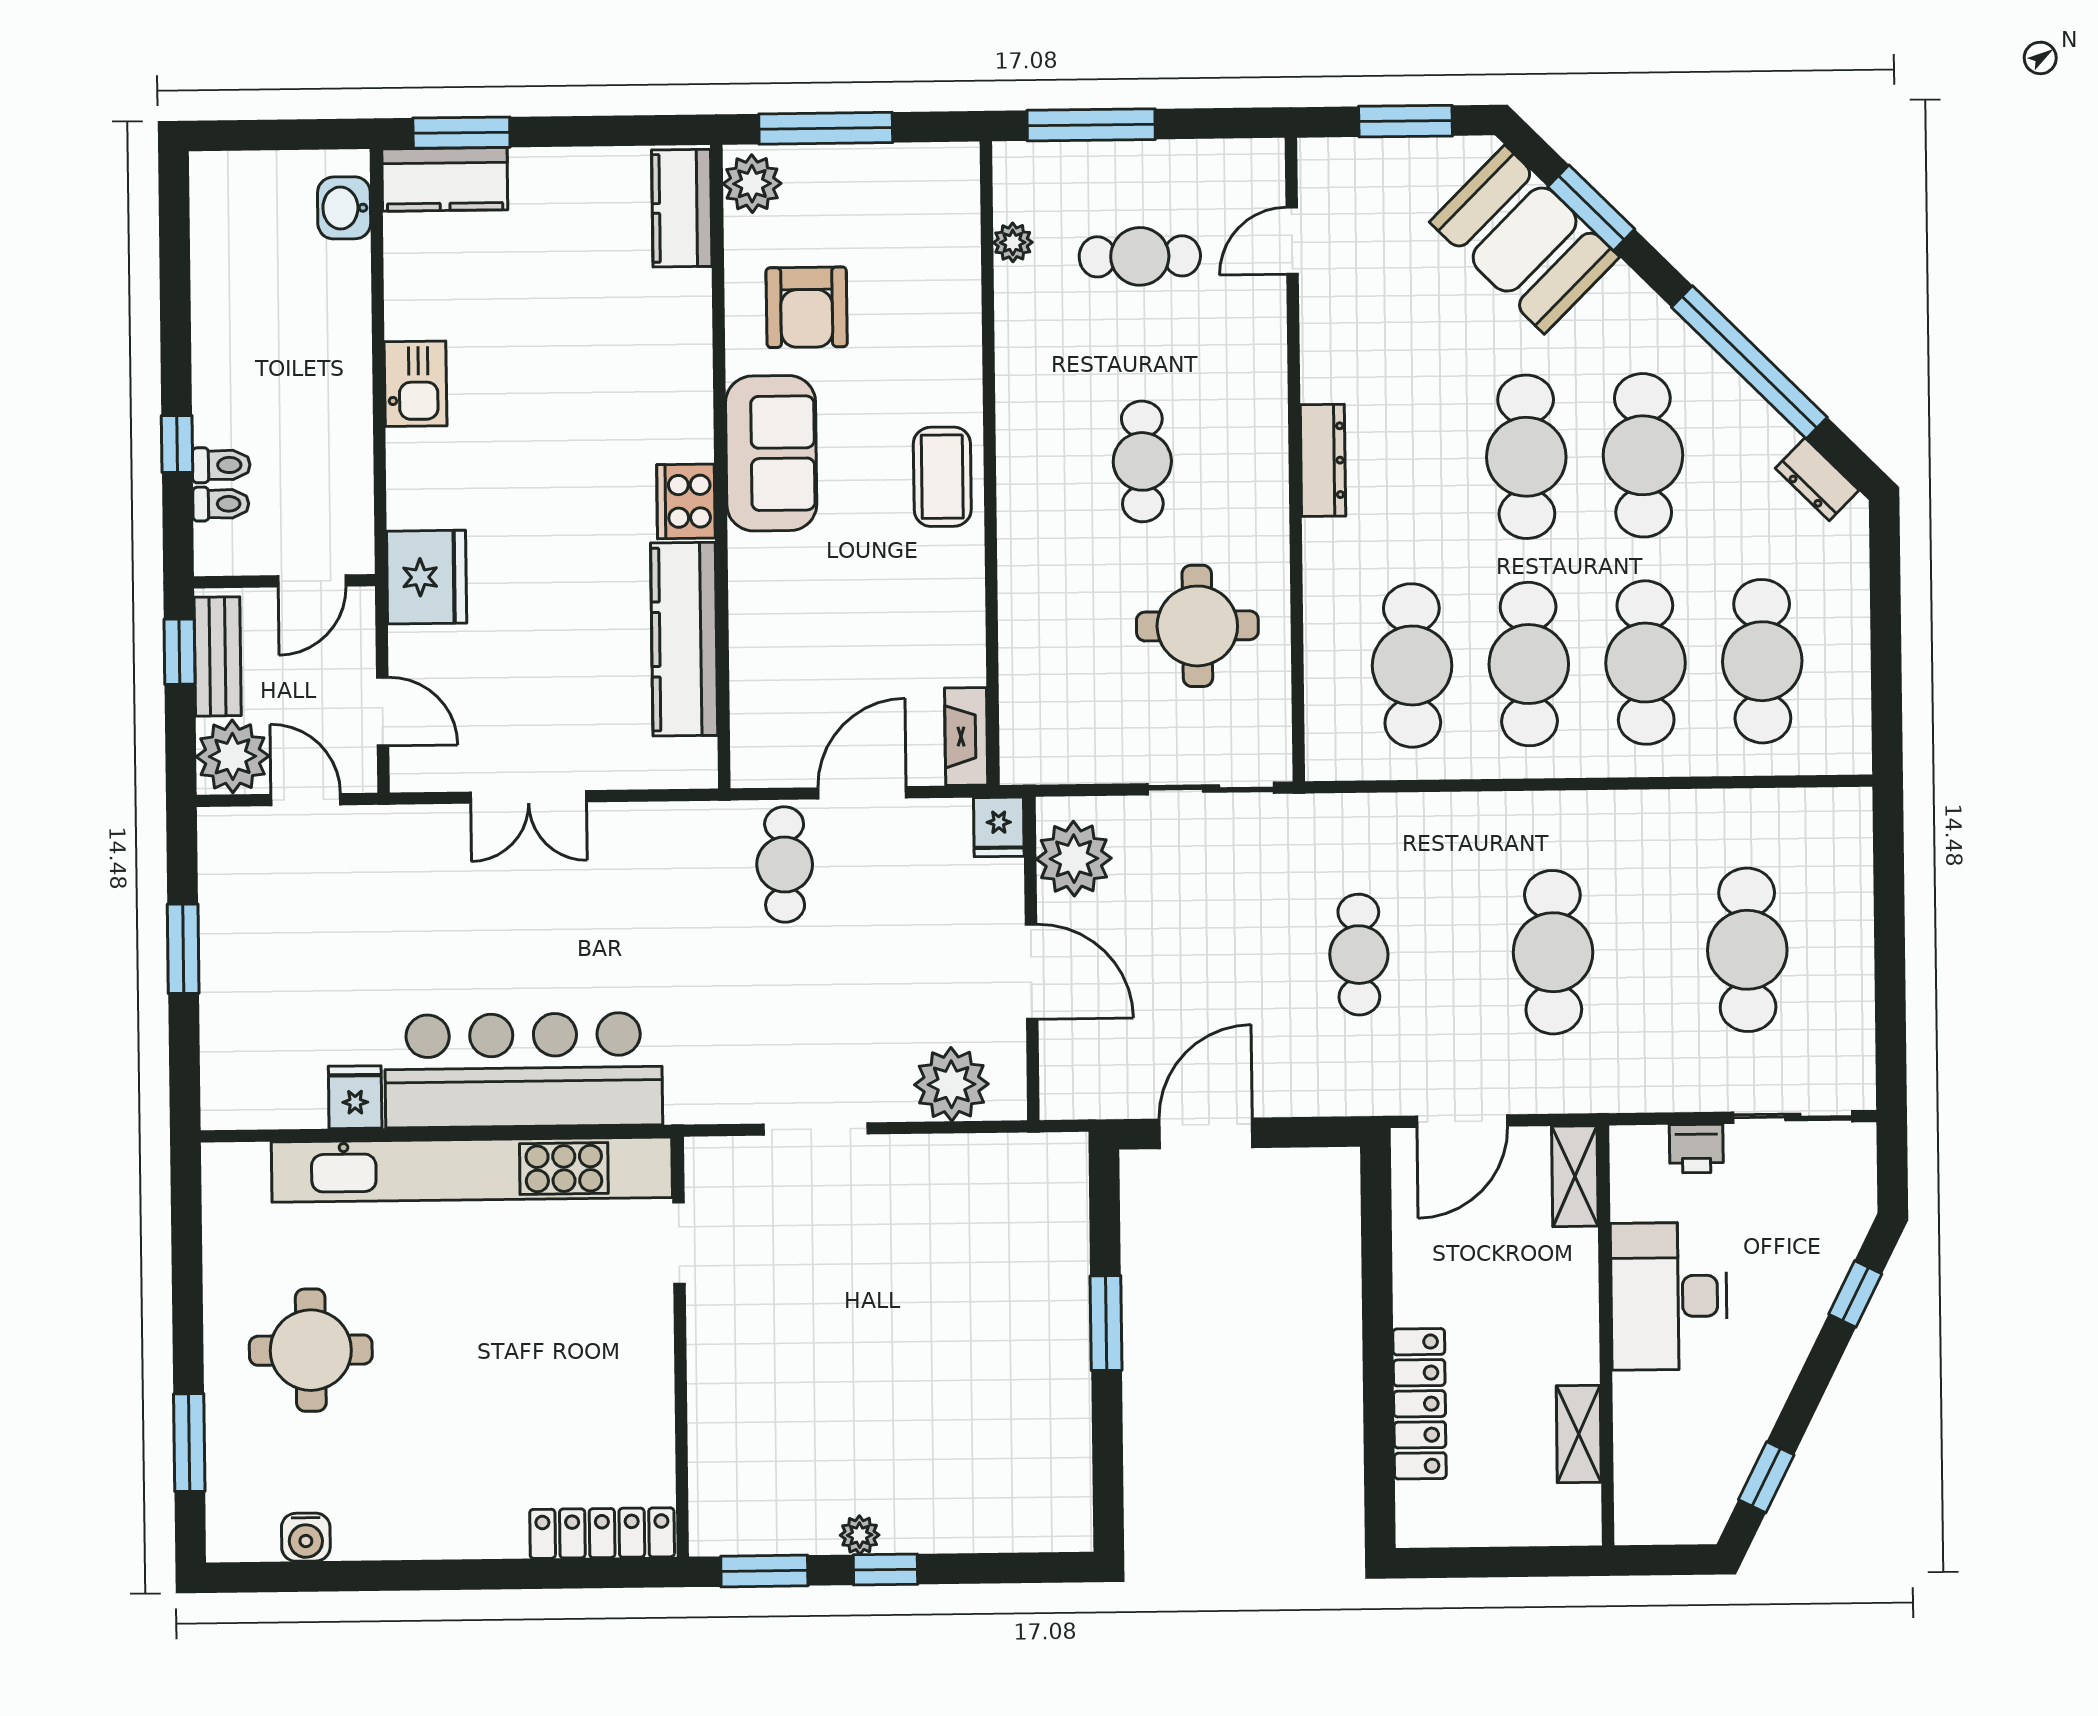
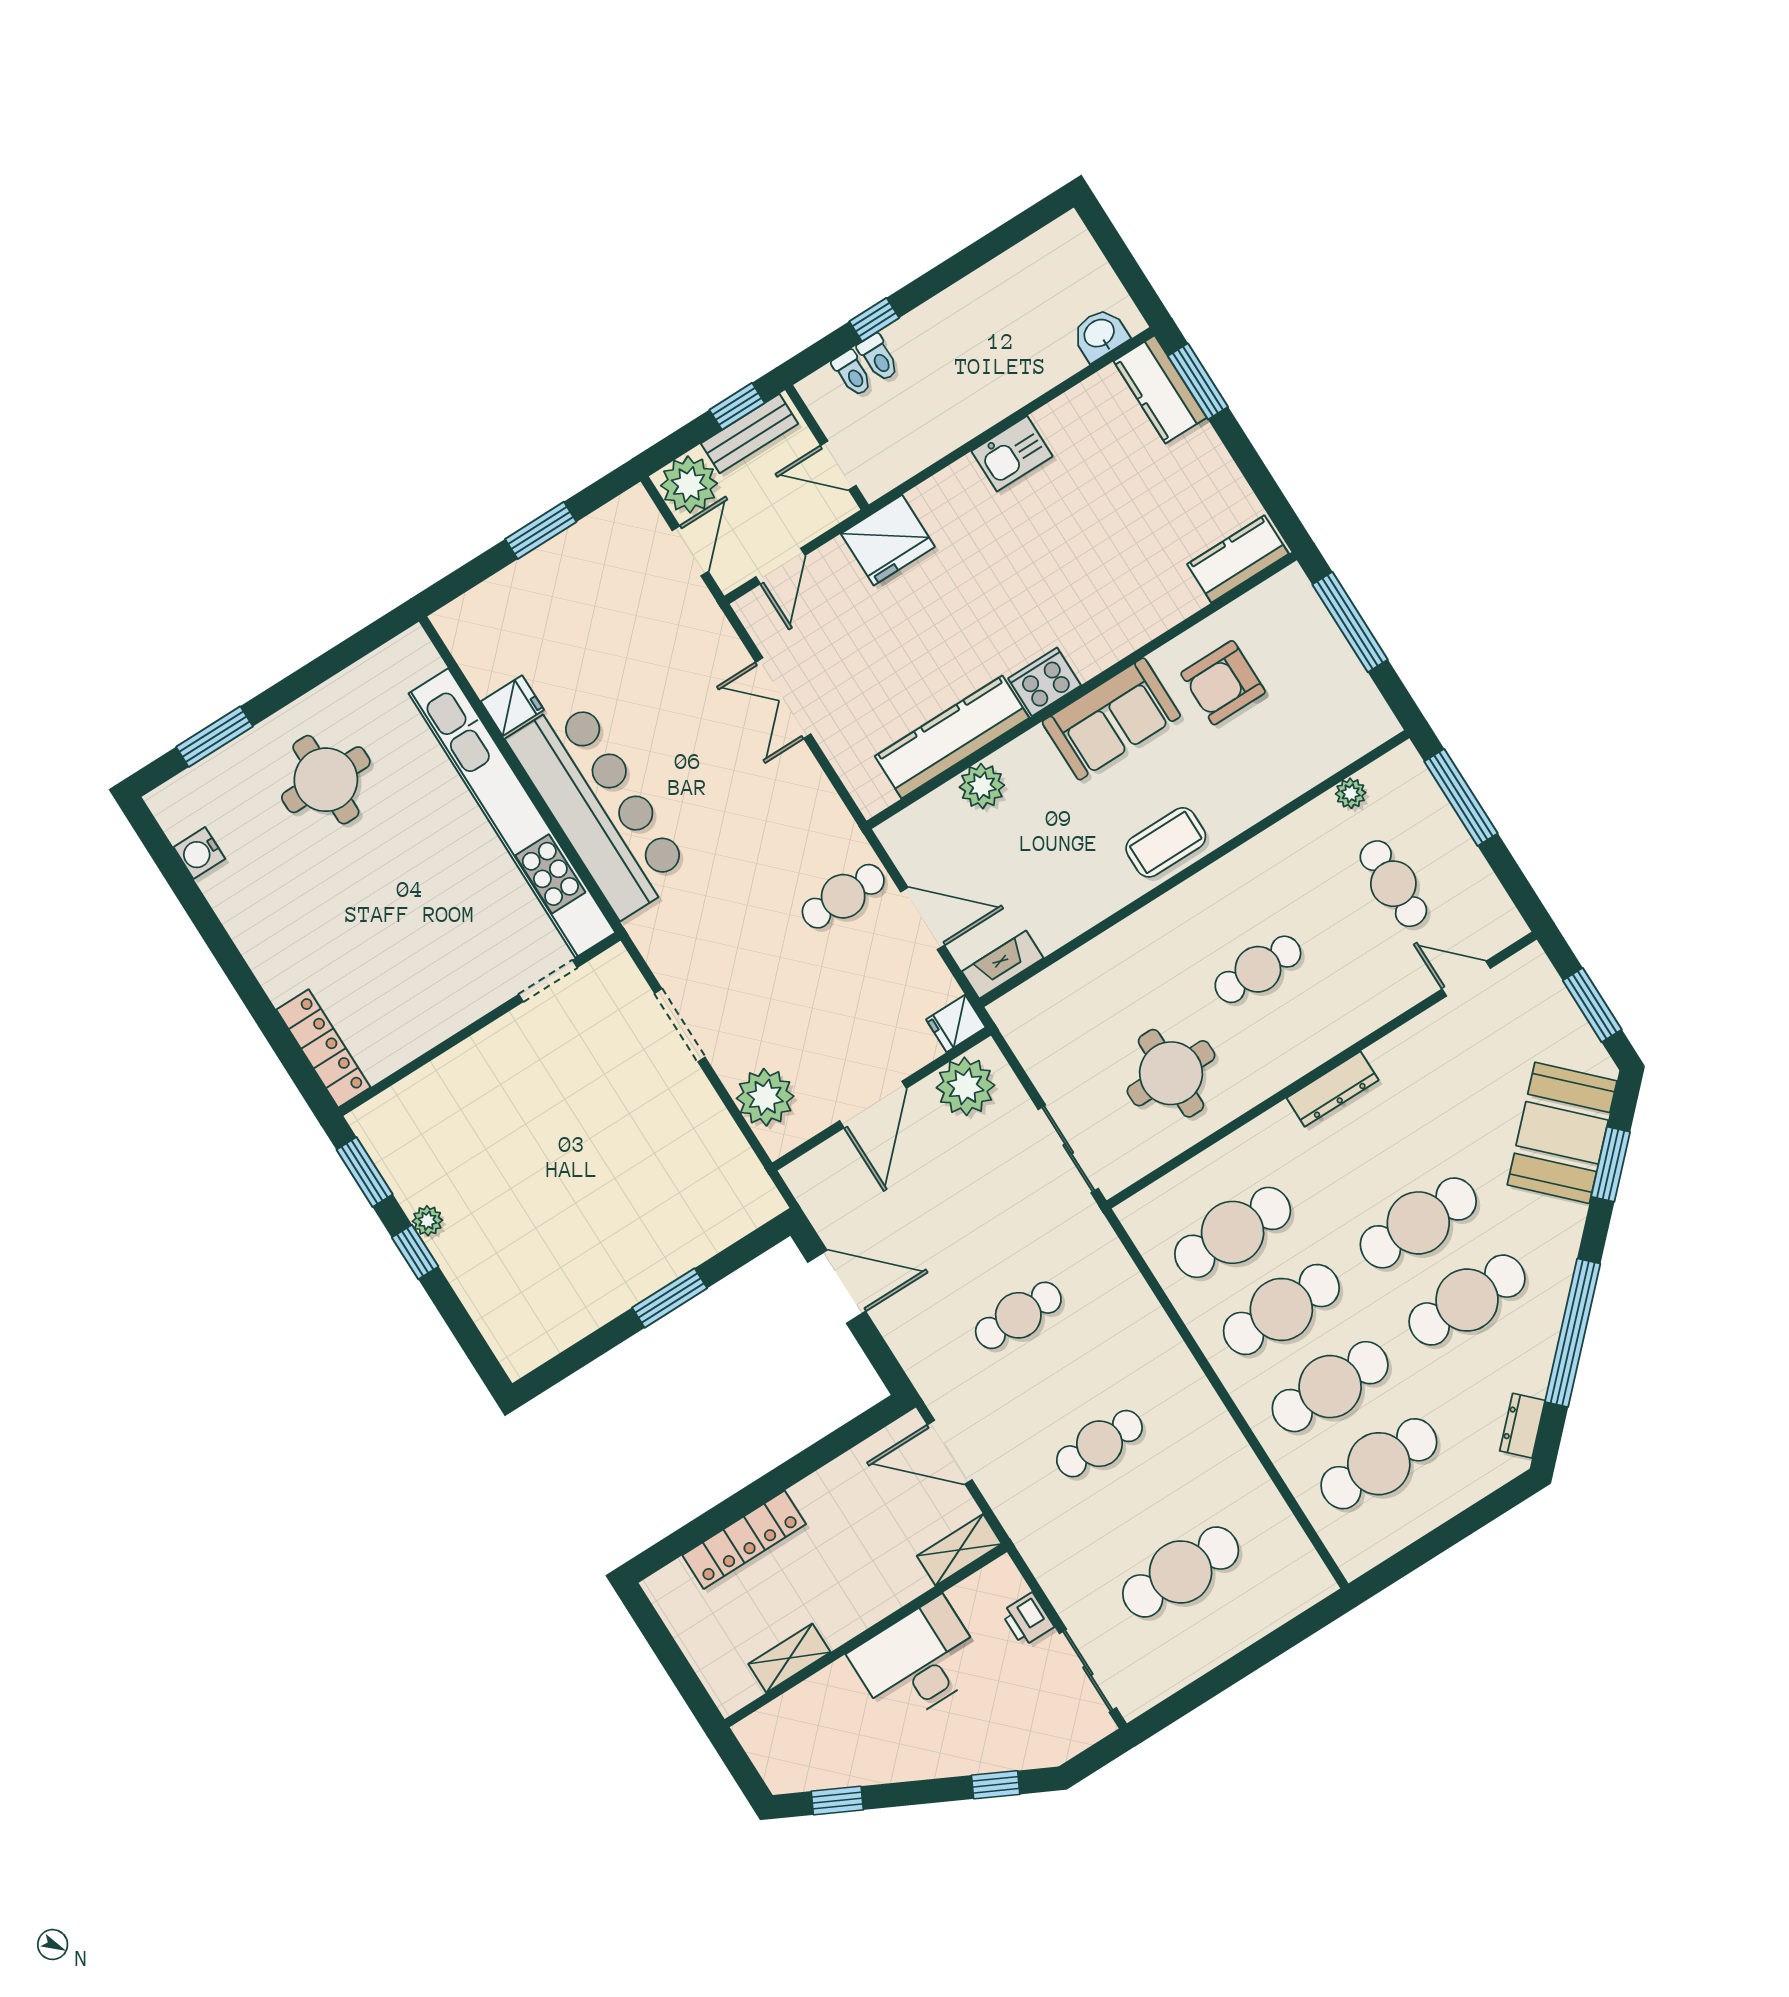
plant: (752, 184) -> (982, 786), moved
cafe table: (1553, 952) -> (1099, 1444), width x0.73, depth x0.74

